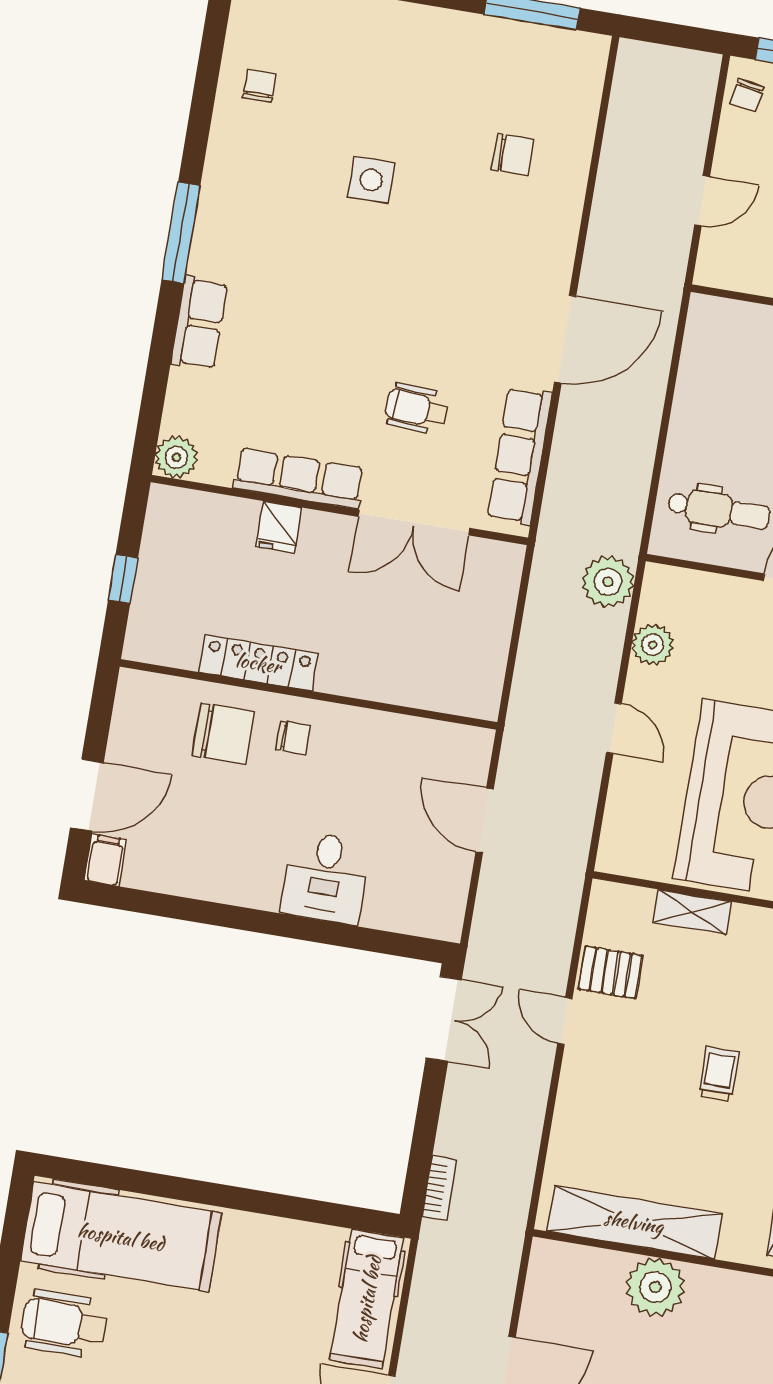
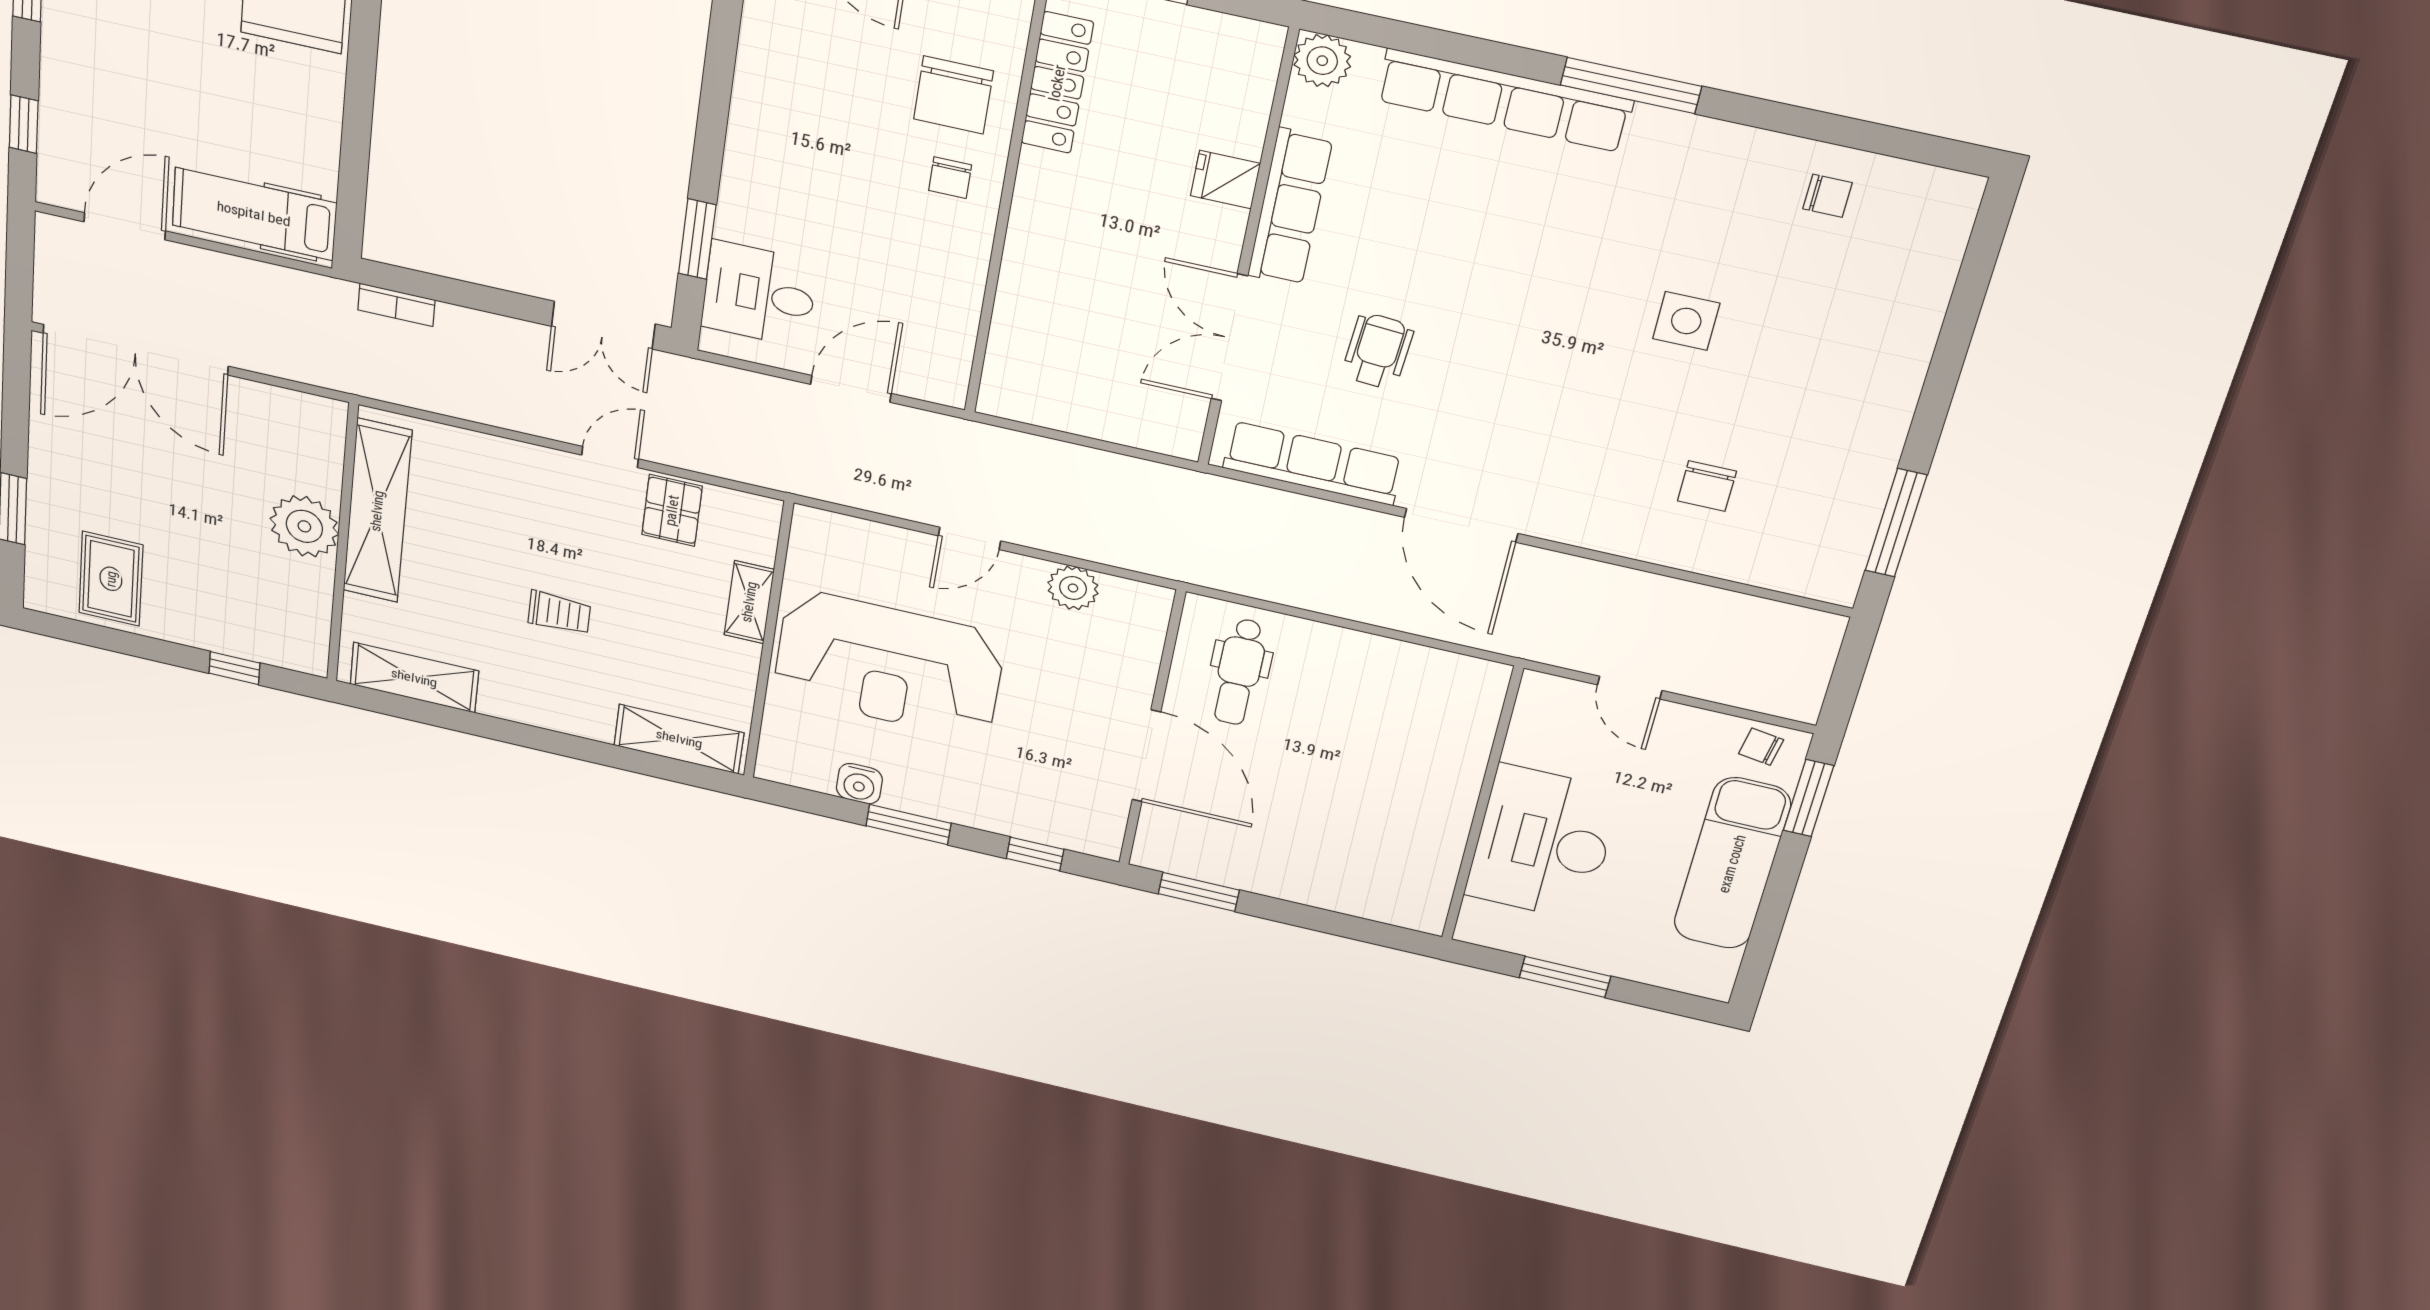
row of seats: (199, 323) -> (1504, 100), width x2.02
plant: (608, 582) -> (1151, 547), removed
locker: (258, 663) -> (1057, 83), moved
desk: (325, 878) -> (759, 294), moved
window: (361, 938) -> (697, 239), added

